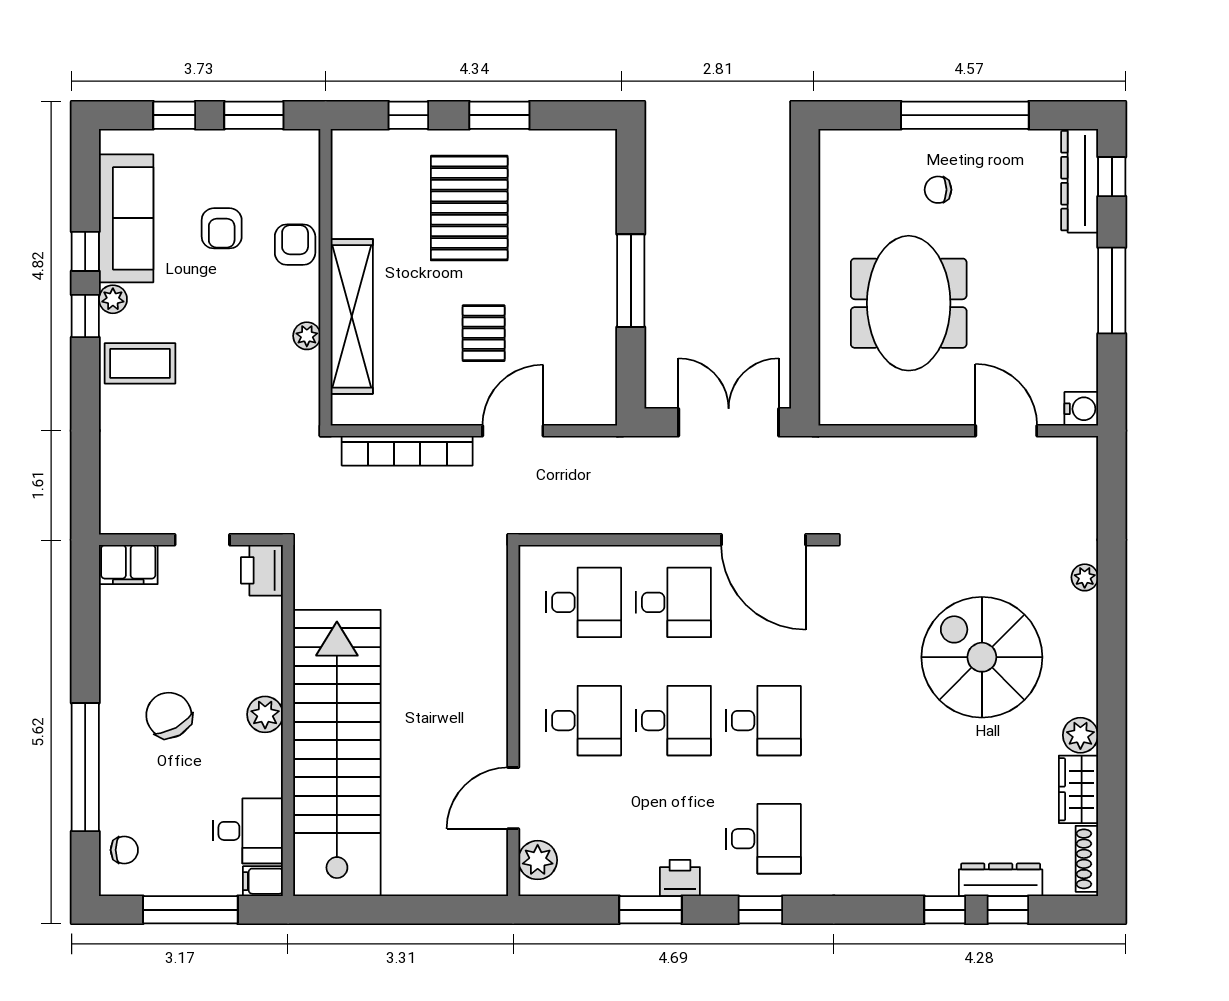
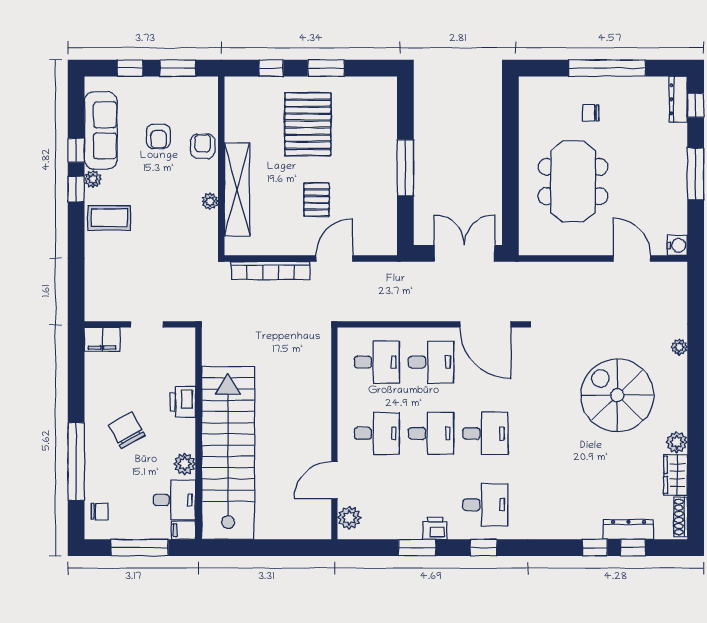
dresser: (1080, 181) -> (678, 99), width x0.73, depth x0.80
printer: (262, 570) -> (183, 402), moved
plant: (265, 714) -> (185, 464), moved

